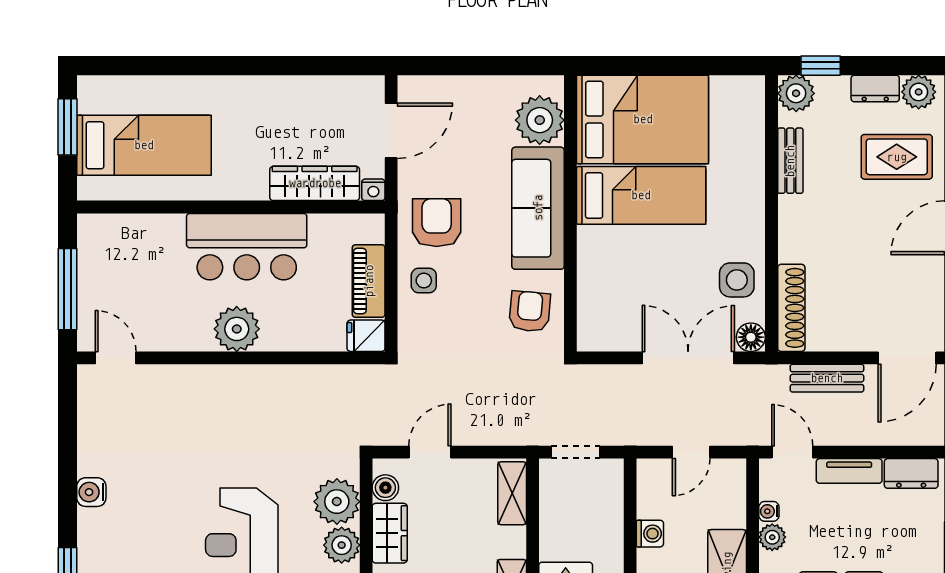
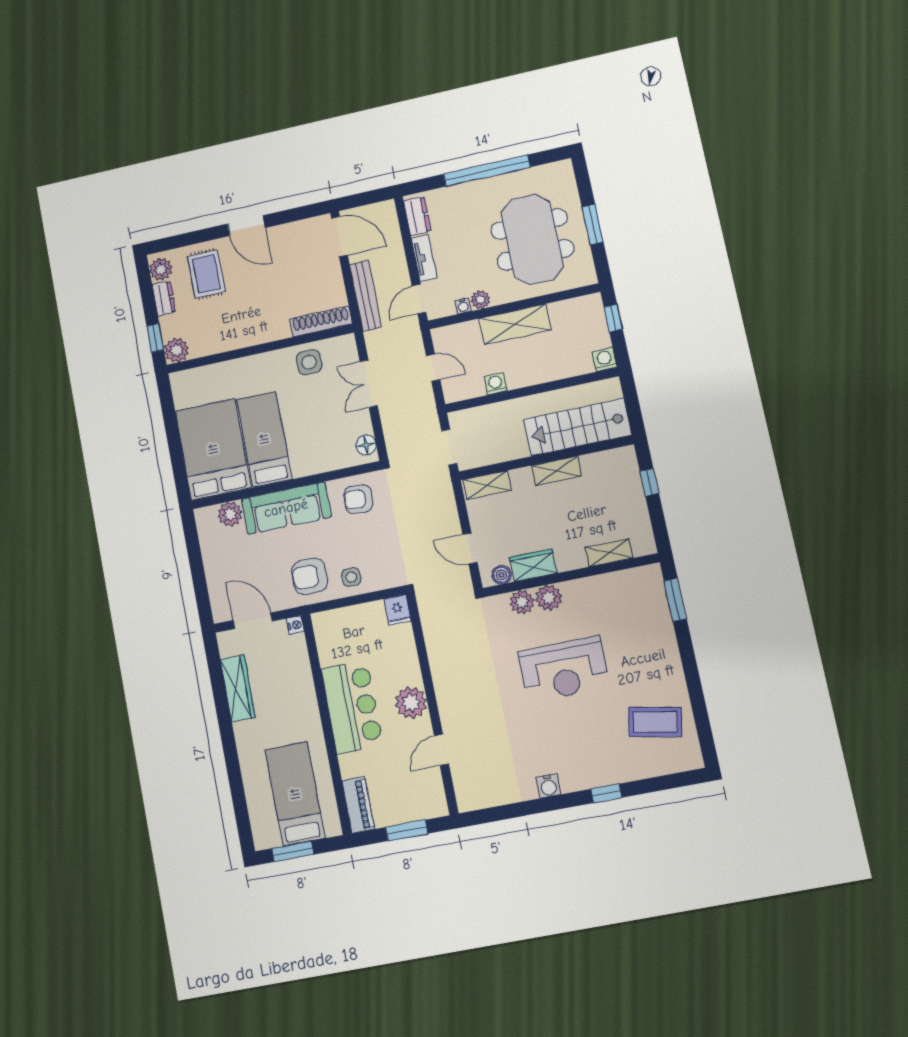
plant: (540, 120) -> (230, 514), width x0.73, depth x0.73
bench: (790, 161) -> (222, 344), removed
wardrobe: (315, 183) -> (238, 688), moved, turned 180
piano: (369, 281) -> (358, 805), moved, turned -90
window: (67, 289) -> (407, 830), width x0.69
floor lamp: (751, 337) -> (366, 445), moved
door: (116, 358) -> (441, 750), moved
double door: (688, 358) -> (369, 384), width x0.73
bench: (827, 378) -> (366, 296), width x1.36
plant: (337, 502) -> (522, 602), width x0.73, depth x0.73

